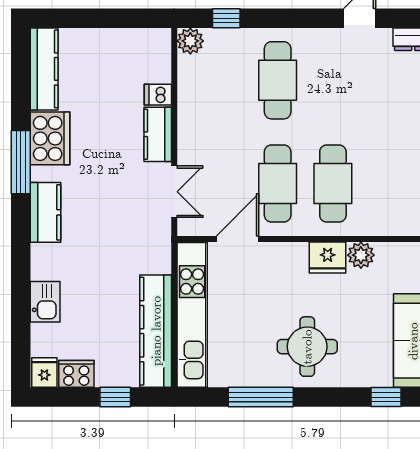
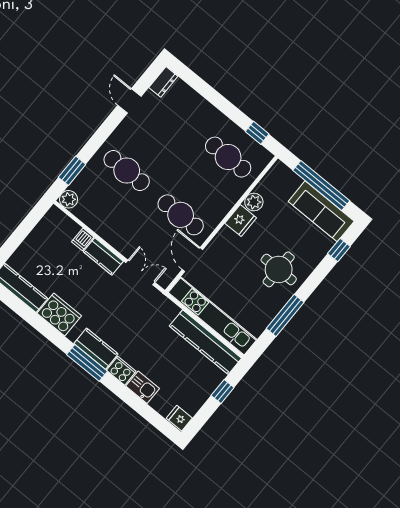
window: (226, 18) -> (72, 171), width x1.50
window: (21, 162) -> (87, 363), moved
cafe table: (333, 183) -> (228, 157), moved
cooker: (76, 374) -> (121, 371), moved, turned 90

